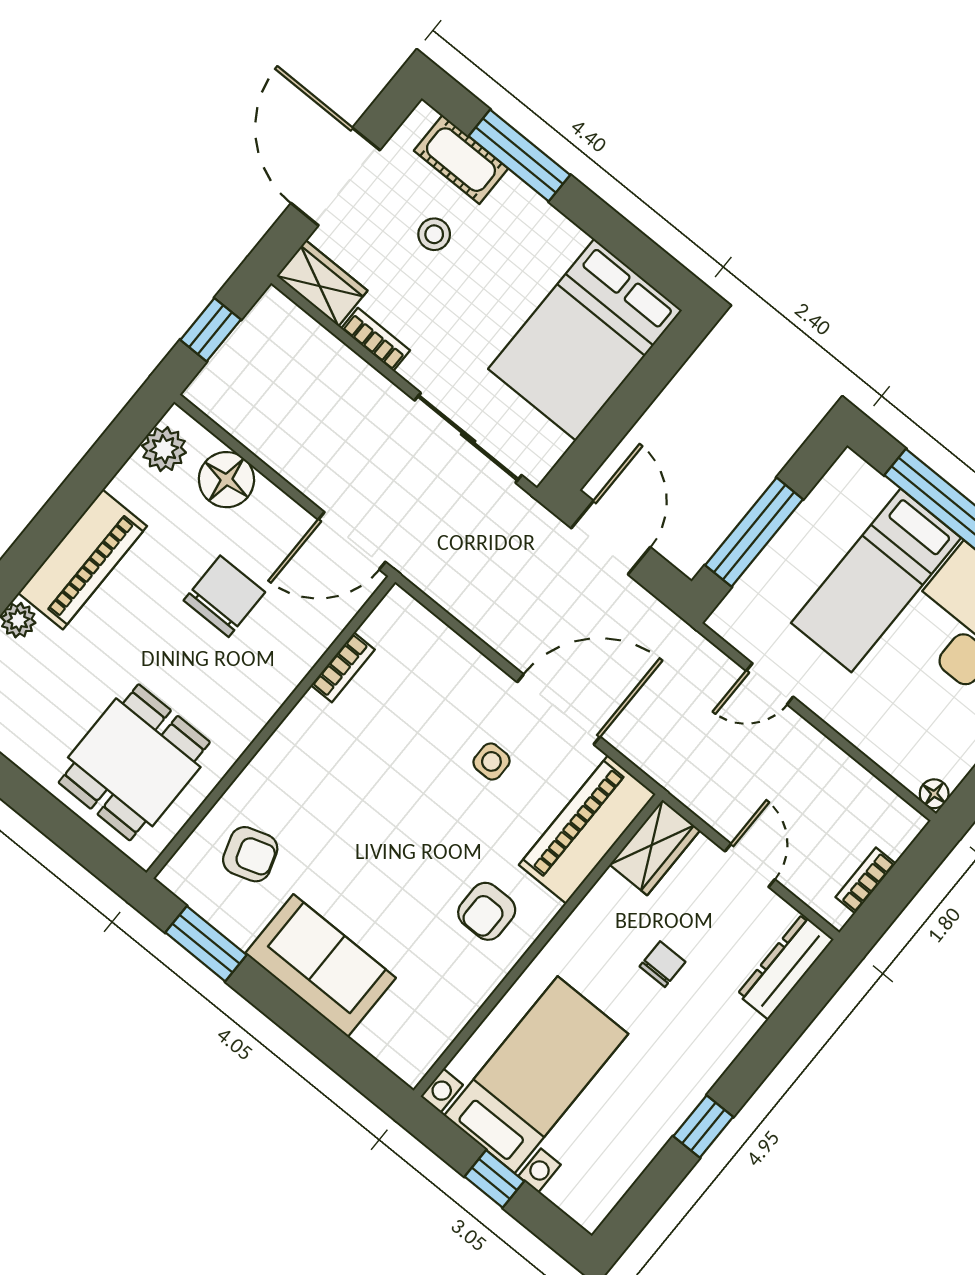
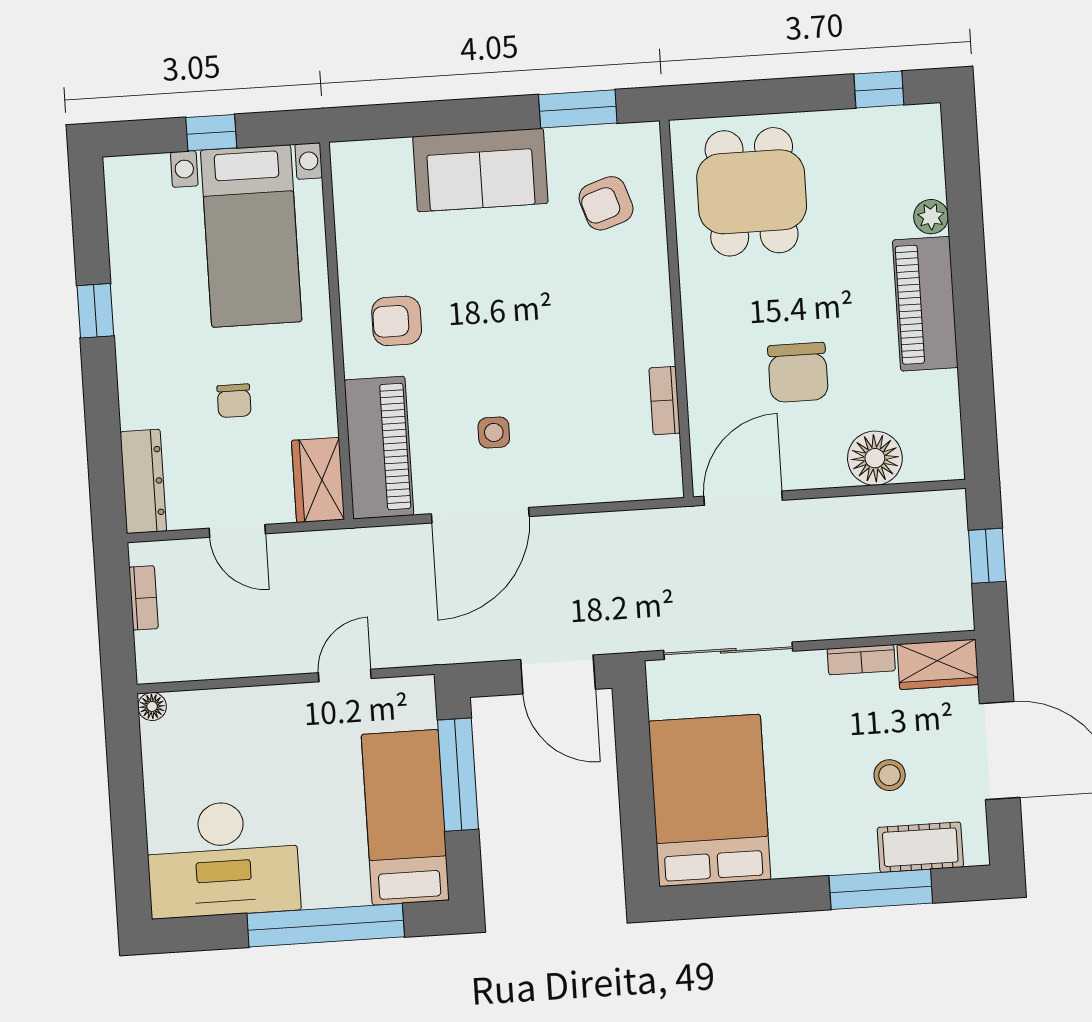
plant: (164, 449) -> (941, 438), removed
bed: (876, 580) -> (405, 817), moved
armchair: (487, 911) -> (397, 321), turned -90

